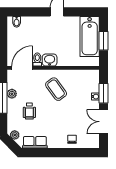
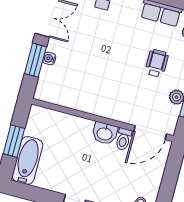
bathtub: (90, 36) -> (27, 160), width x0.73, depth x0.73
coffee table: (56, 89) -> (107, 86), removed

